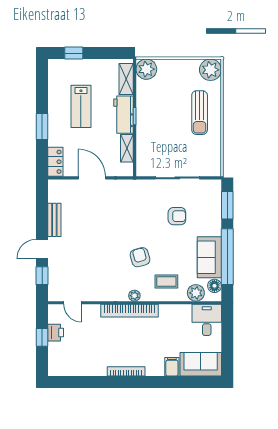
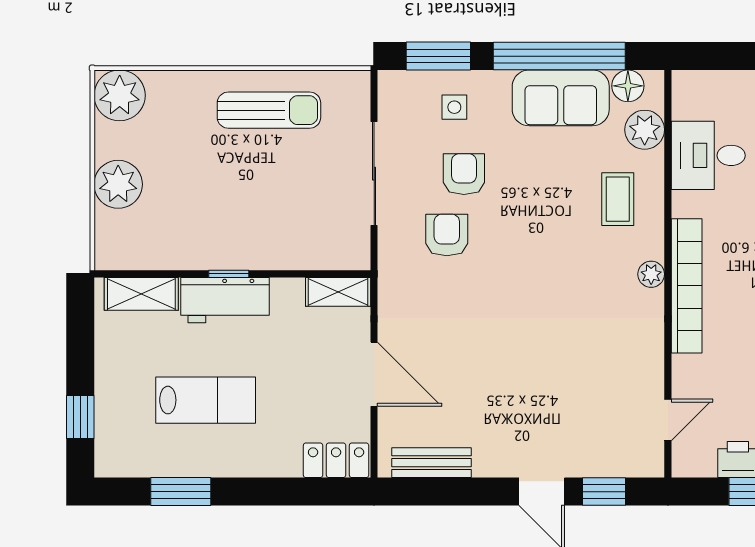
plant: (146, 69) -> (118, 184), moved
sun lounger: (200, 113) -> (269, 110), moved
window: (42, 127) -> (181, 492), moved
shelving: (127, 148) -> (338, 292), moved
door: (92, 178) -> (374, 374), swing flipped
side table: (205, 212) -> (454, 107), added
bench: (54, 220) -> (432, 463), moved
armchair: (140, 257) -> (447, 235), moved, turned 106
desk: (207, 320) -> (708, 155), moved

